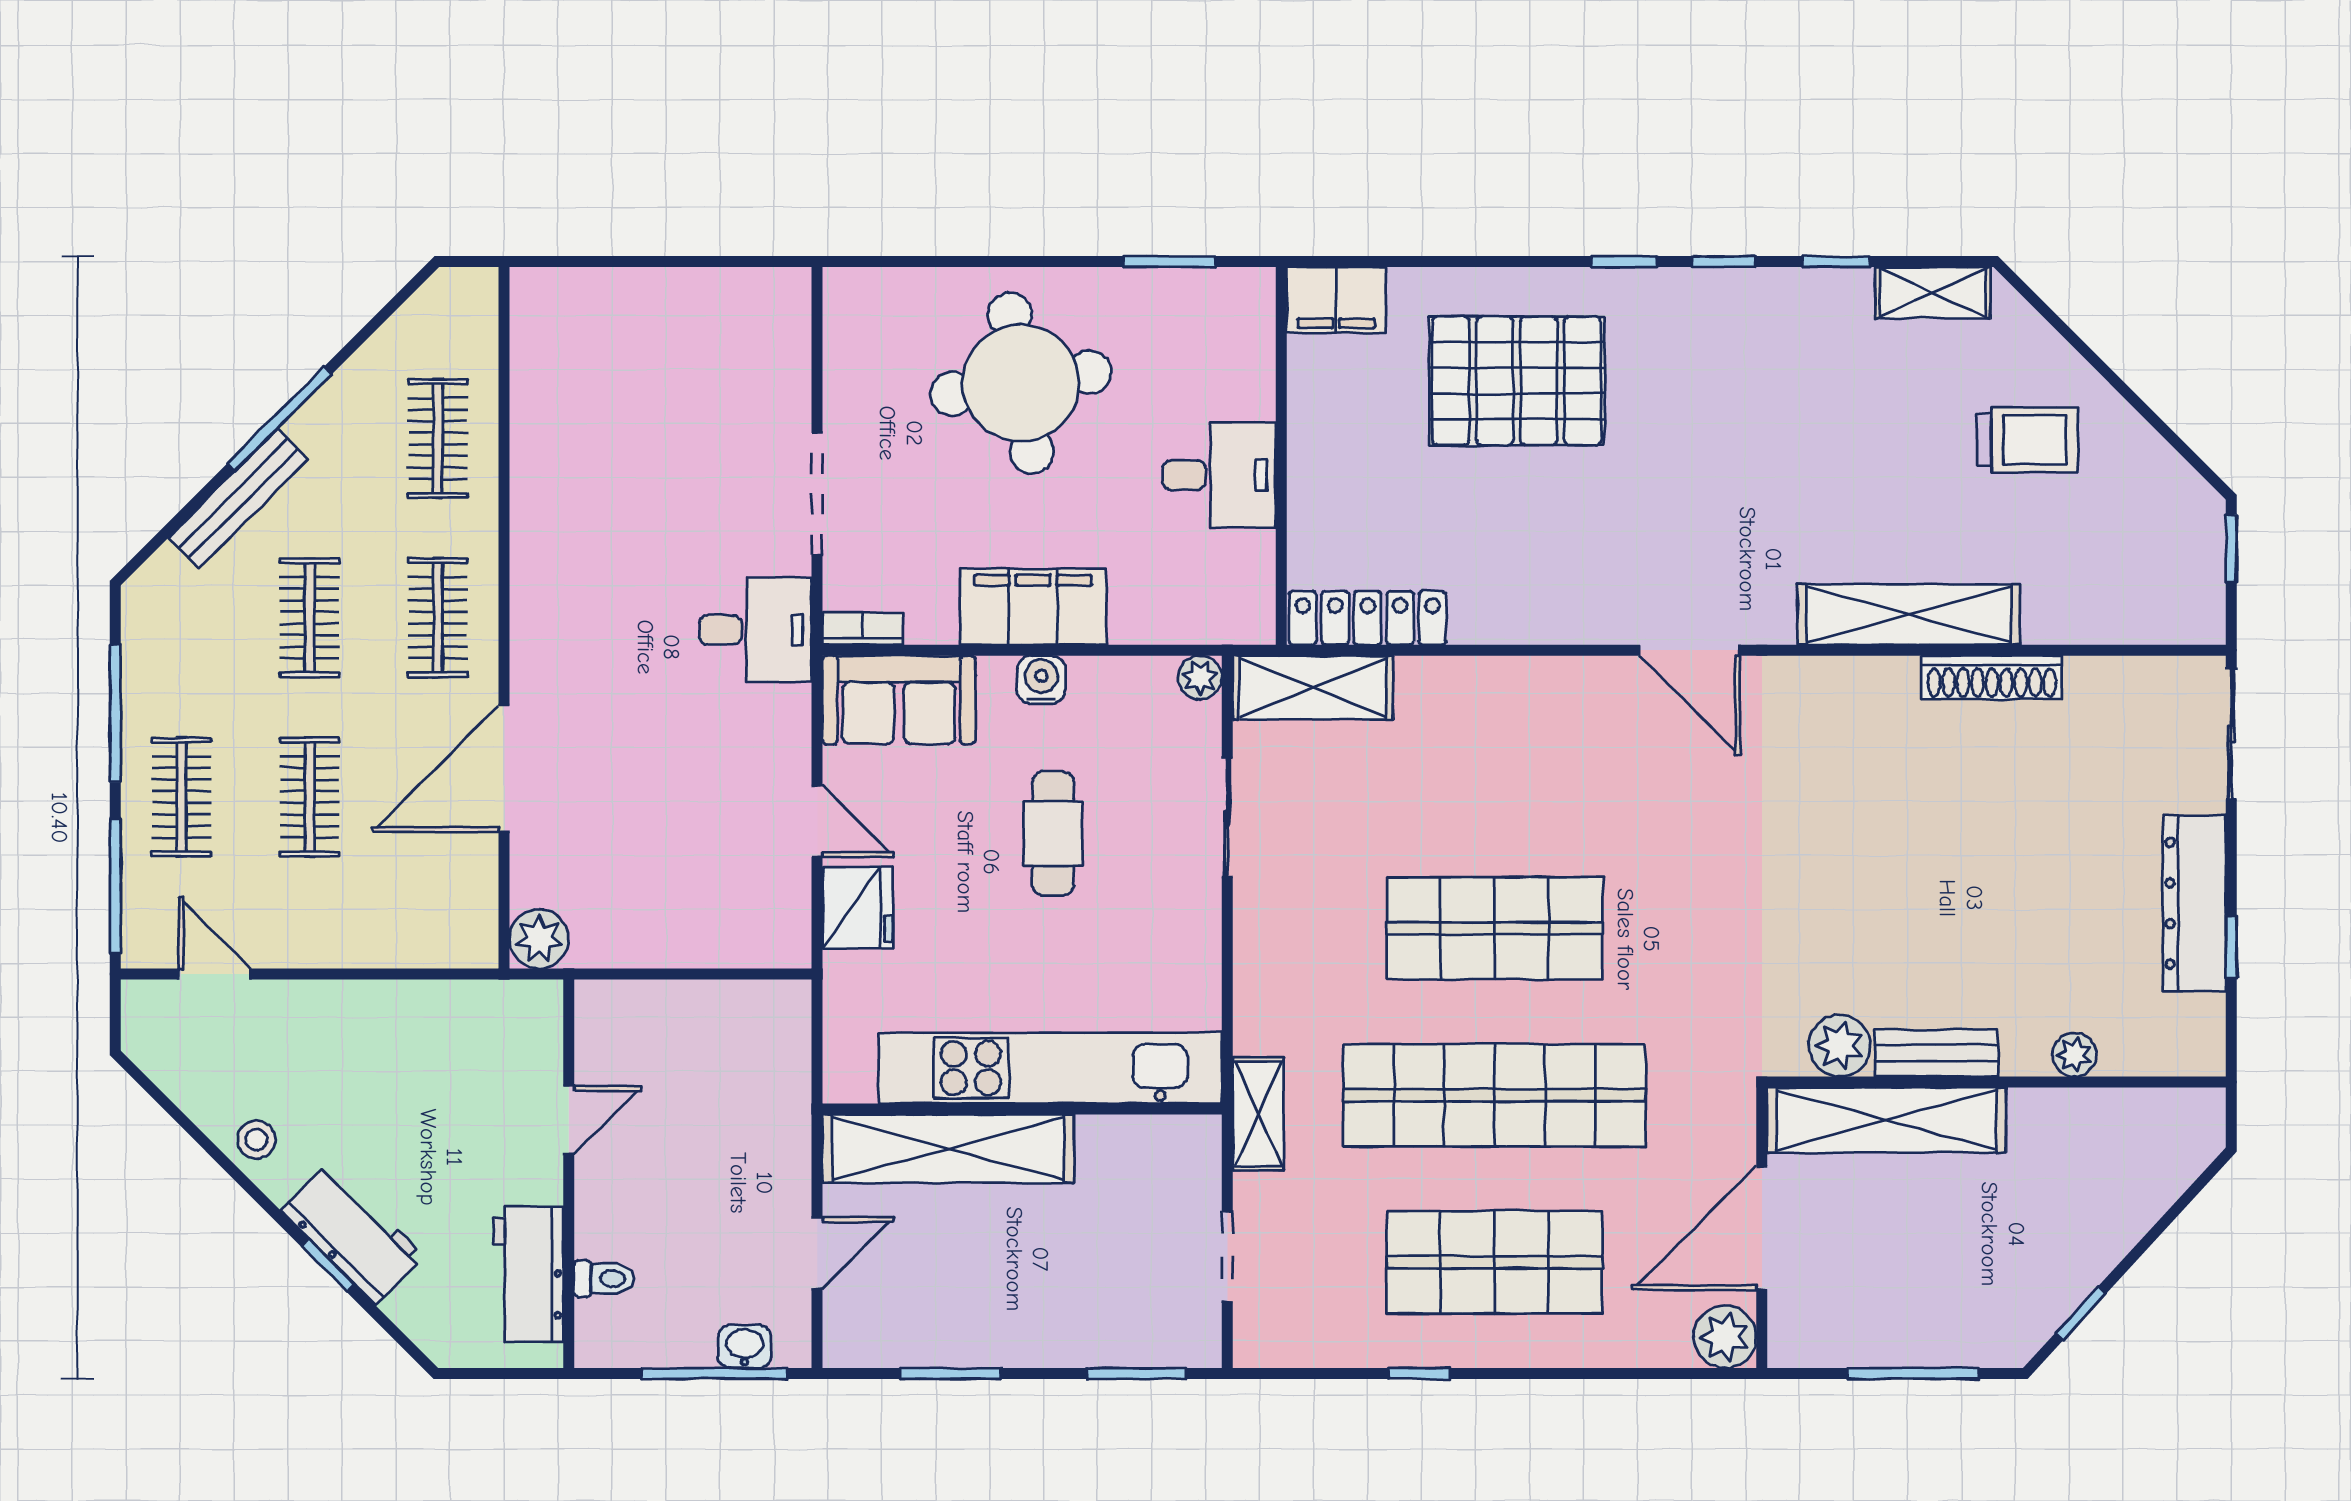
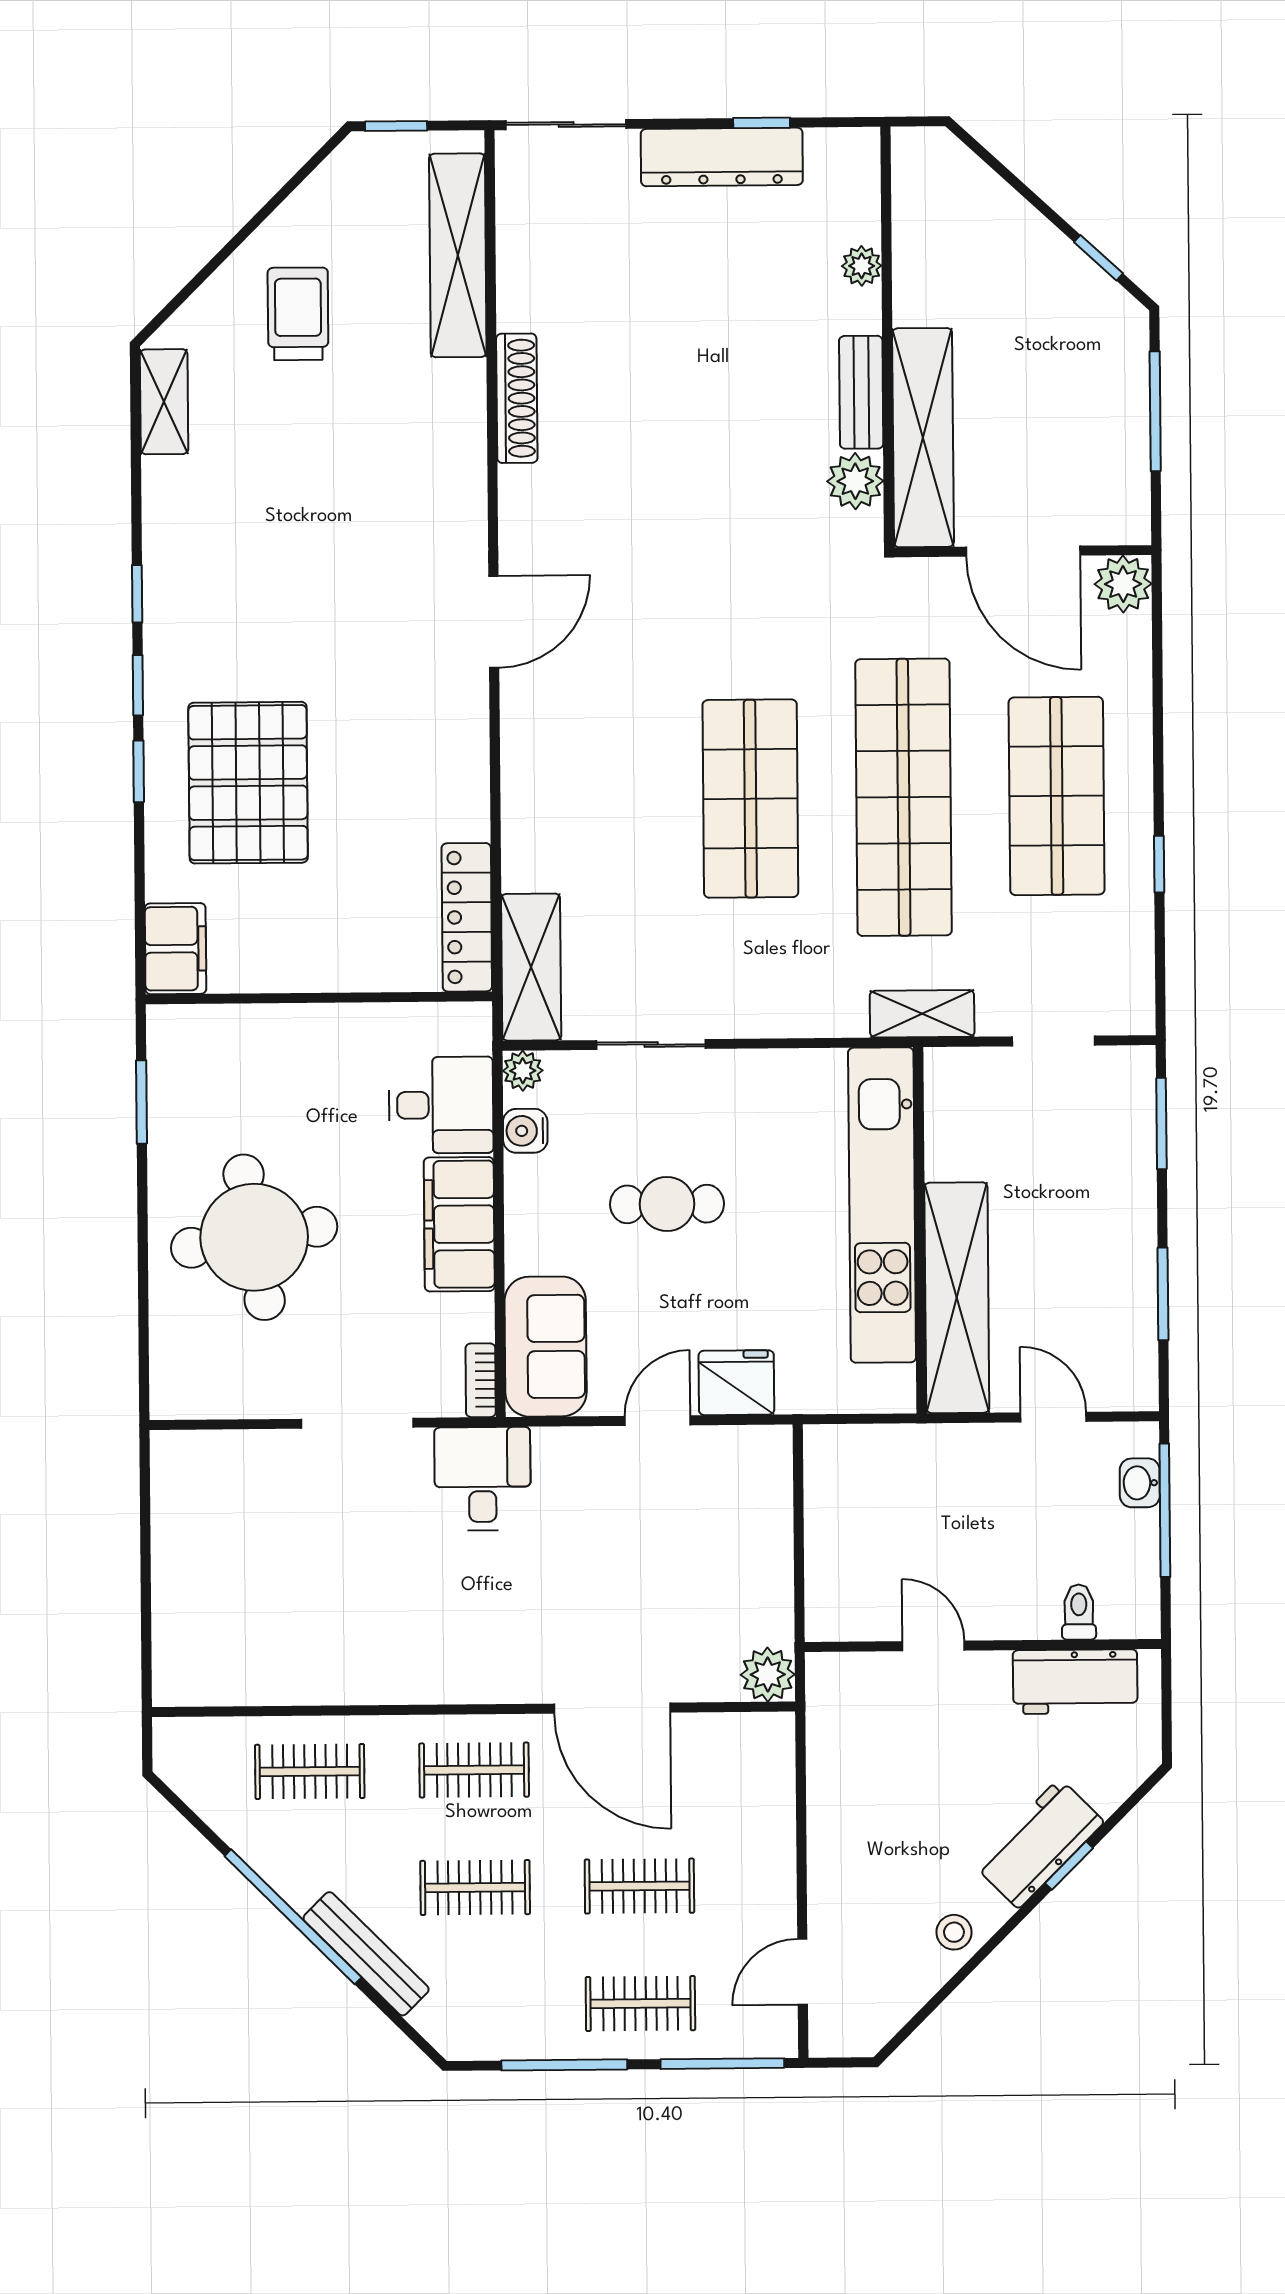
window: (1836, 262) -> (139, 771), moved
window: (279, 419) -> (293, 1917), width x1.46
desk: (1219, 475) -> (441, 1105), moved, turned 90
shelving: (1909, 614) -> (458, 255), moved
shoe rack: (1992, 677) -> (517, 398), moved
water cooler: (1041, 680) -> (525, 1131), moved

